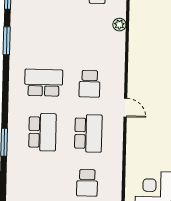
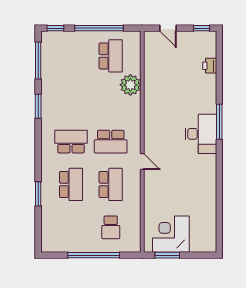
plant: (119, 25) -> (130, 85), width x1.88, depth x1.88
school desk: (90, 84) -> (111, 142), width x1.85

